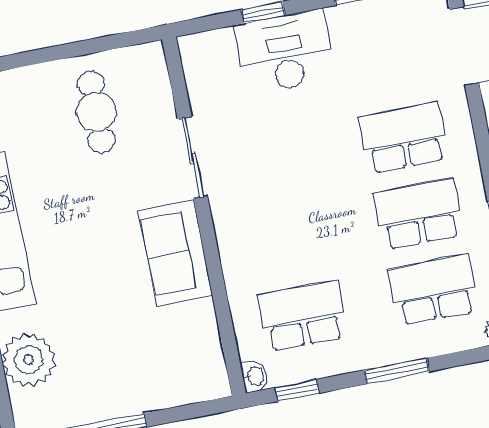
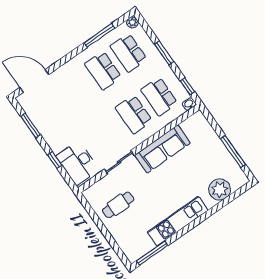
desk: (285, 52) -> (78, 163), moved
school desk: (404, 138) -> (134, 114), moved
sofa: (176, 253) -> (163, 149), width x1.36

